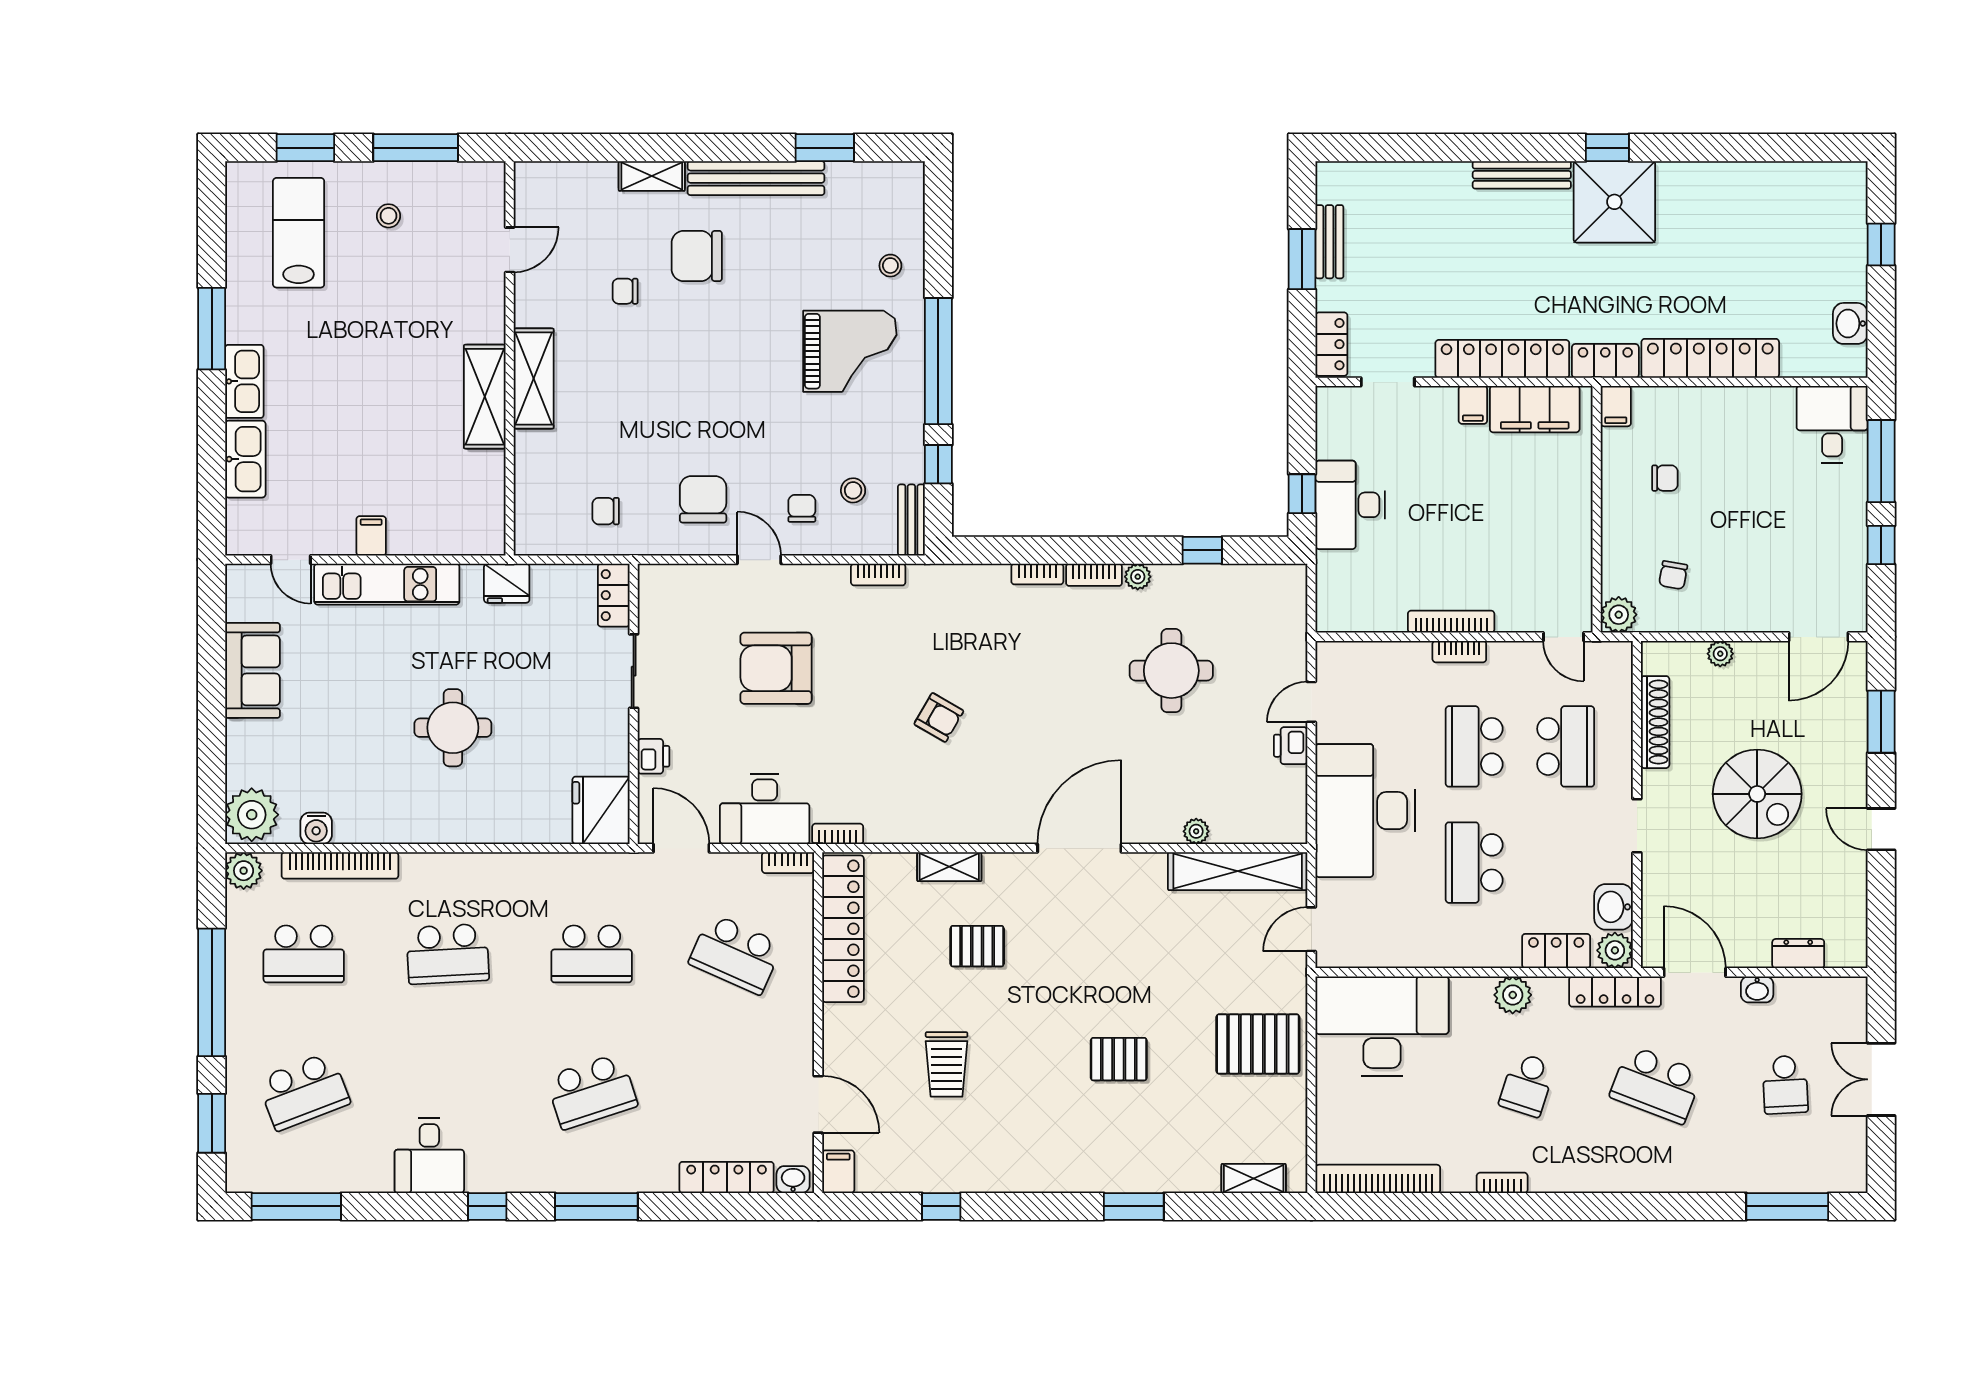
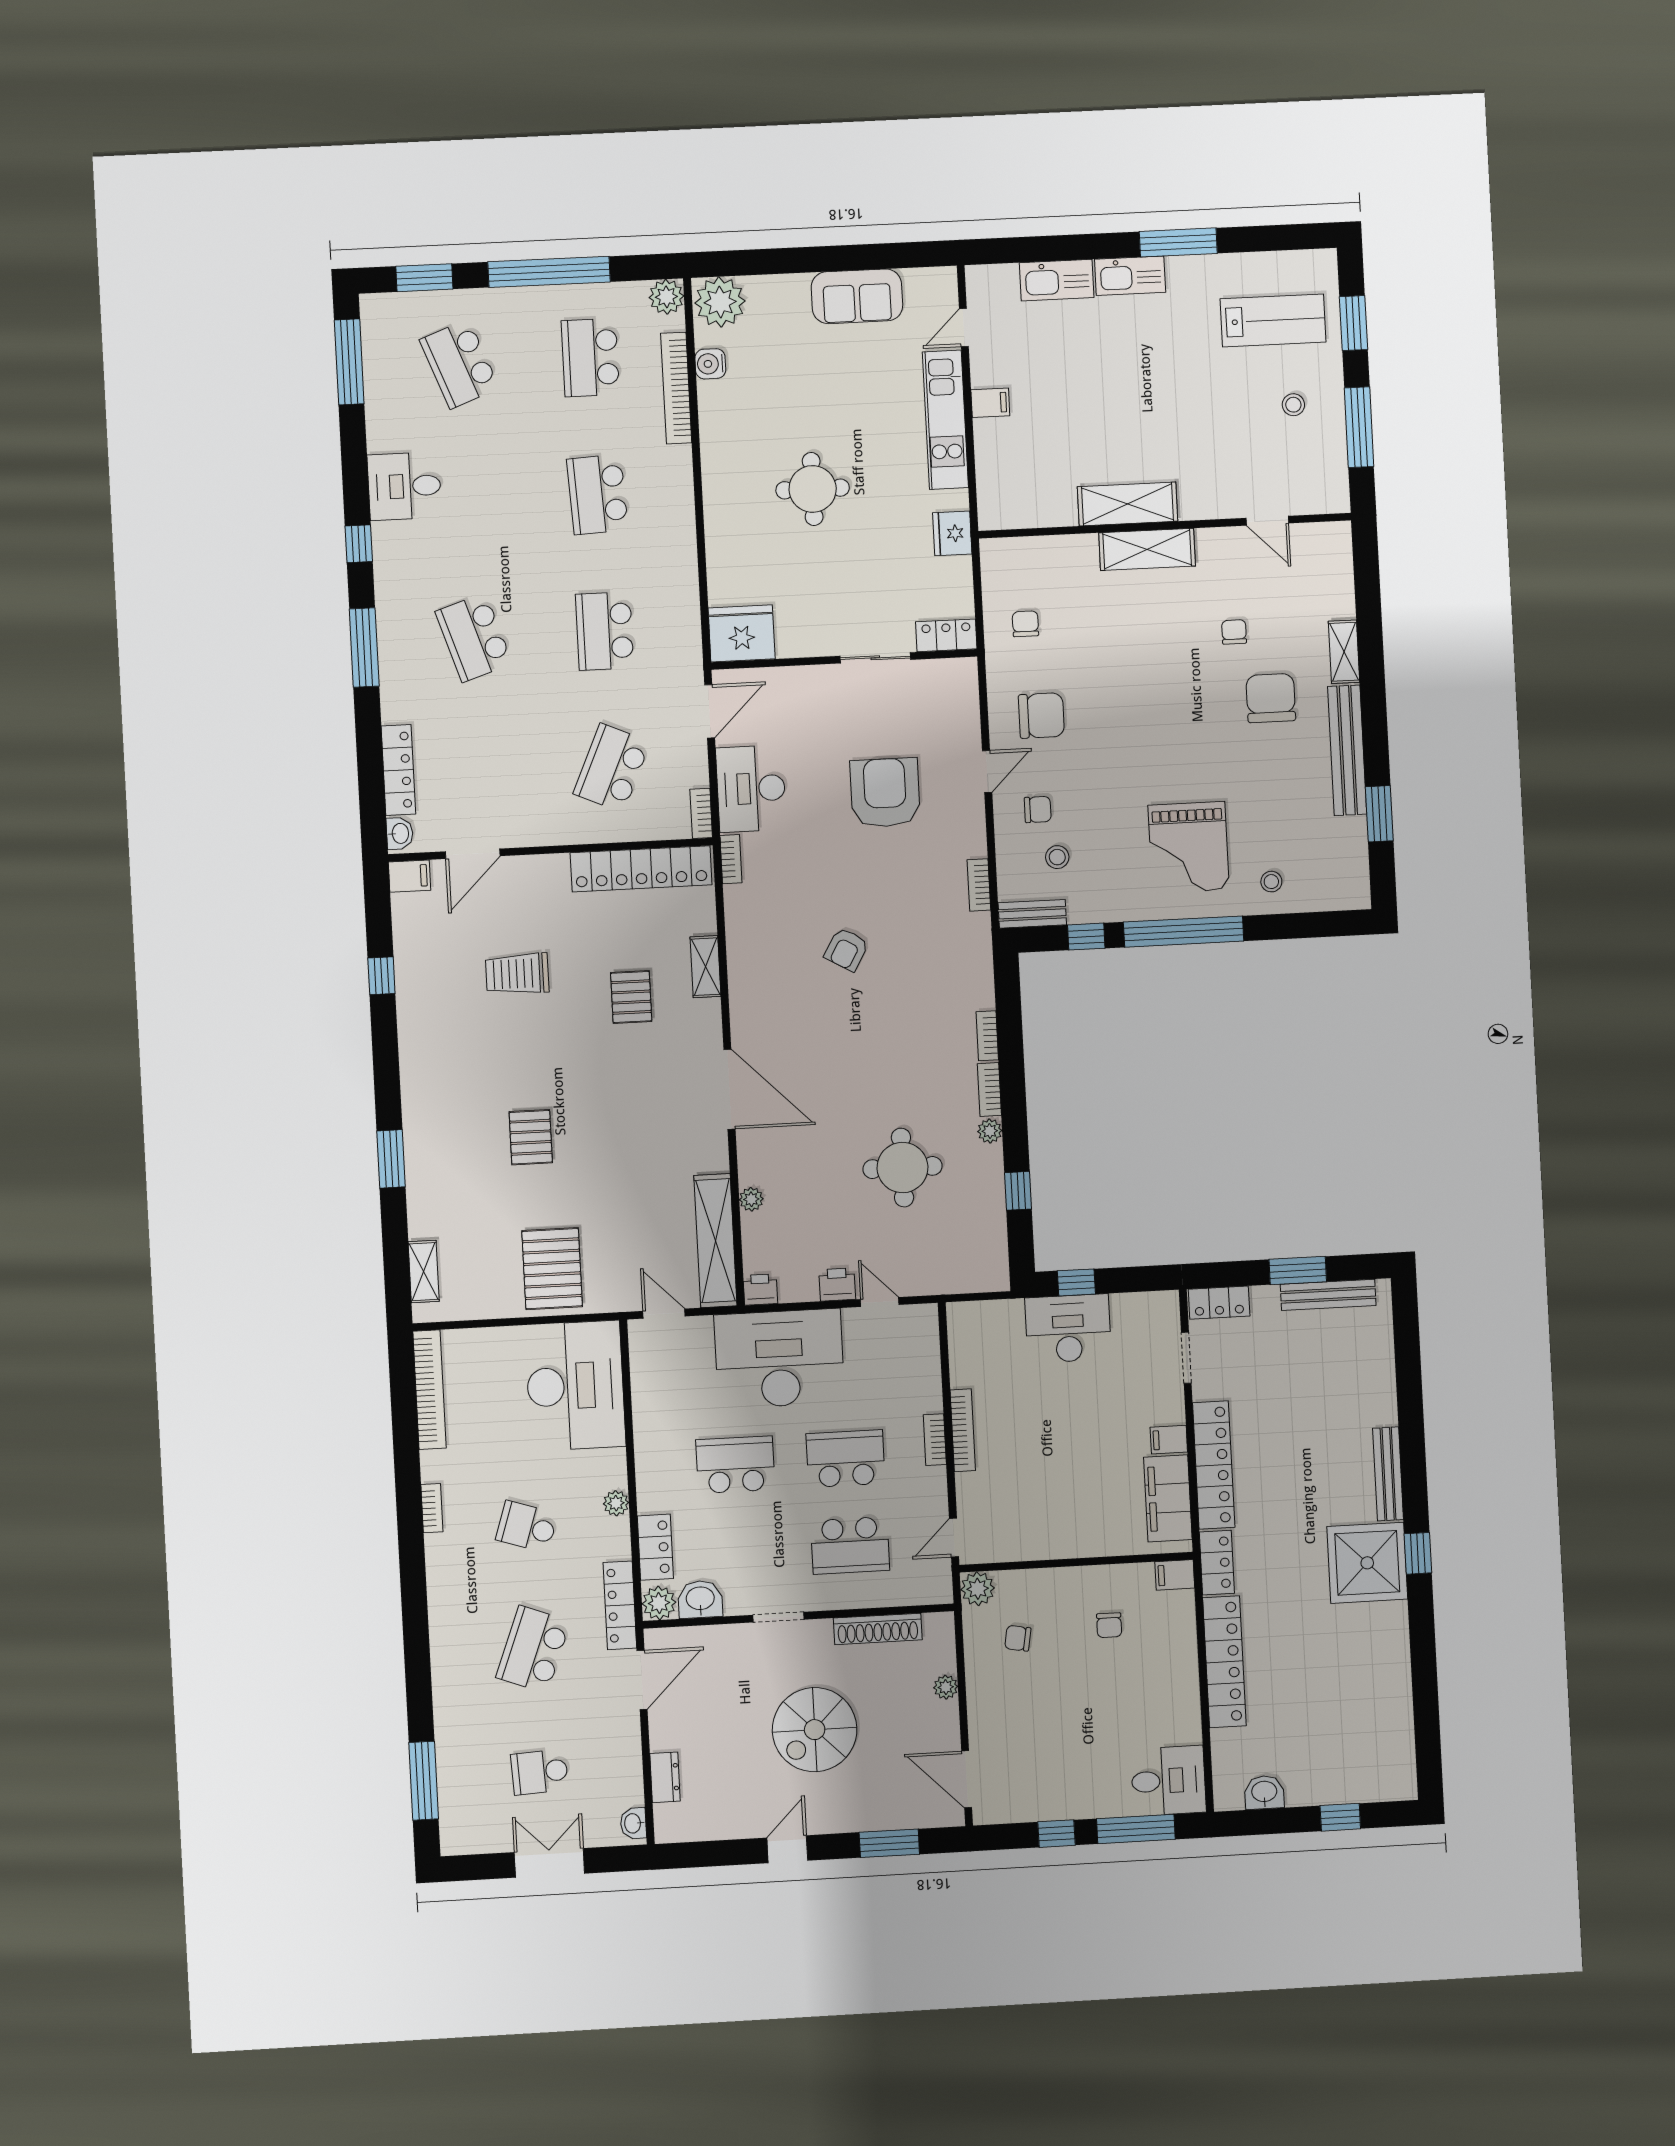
bench: (1329, 242) -> (1328, 1295), width x1.36
printer: (654, 756) -> (760, 1290), moved, turned 180
washbasin: (1757, 989) -> (633, 1823), moved
plant: (1513, 995) -> (616, 1503), width x0.73, depth x0.73

